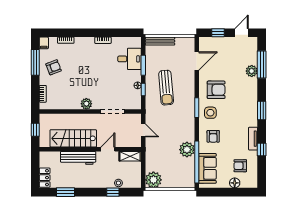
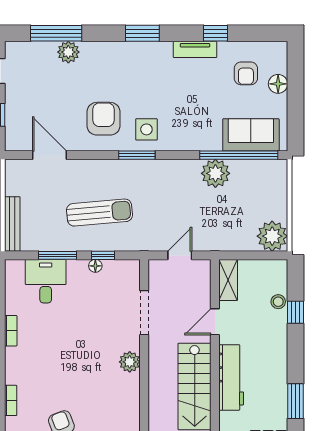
armchair: (213, 136) -> (191, 124), removed
door: (108, 149) -> (215, 322), hinge flipped

